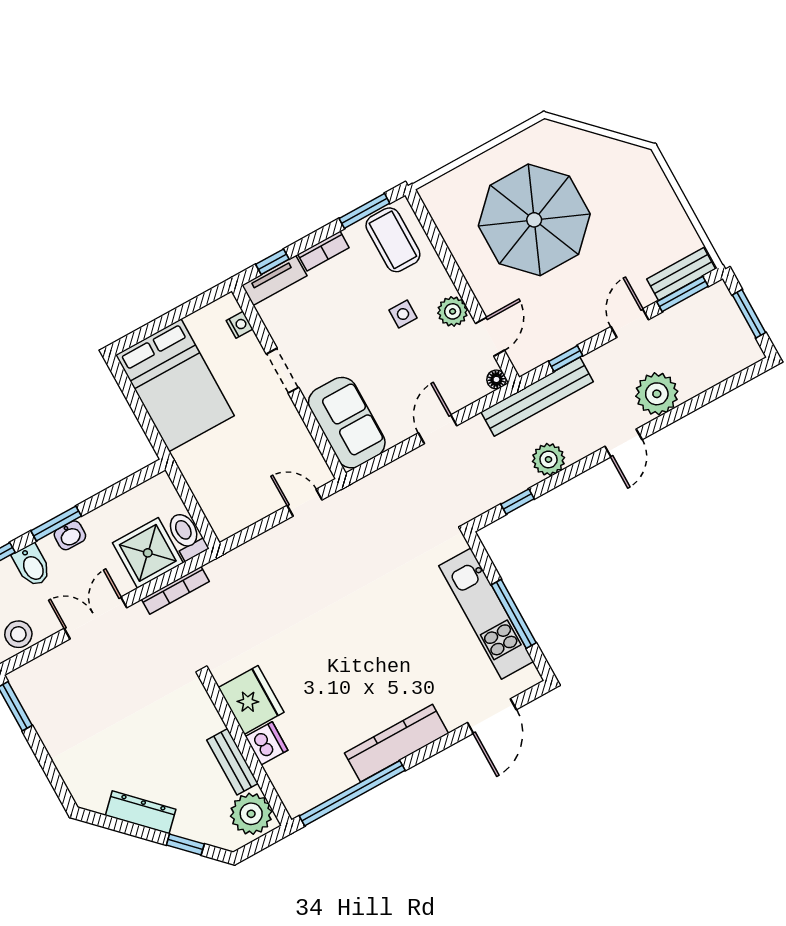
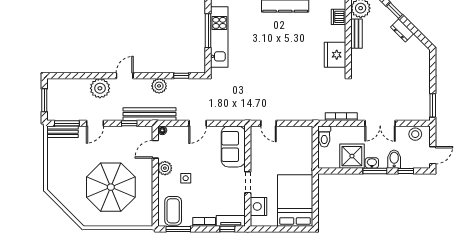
nightstand: (240, 325) -> (259, 206), width x1.89, depth x1.79
shower: (148, 553) -> (352, 156), moved
dishwasher: (267, 743) -> (338, 17), moved
dresser: (141, 812) -> (402, 30), width x0.70

